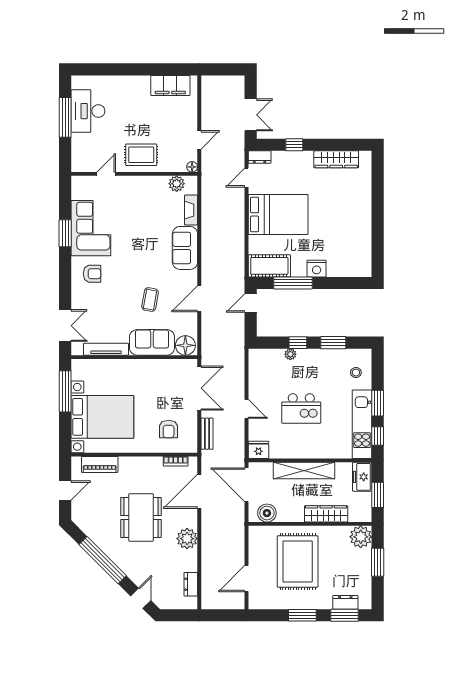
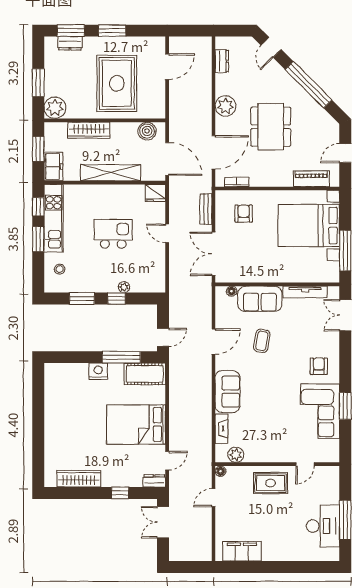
armchair: (92, 274) -> (319, 366), turned 90
floor lamp: (185, 345) -> (232, 291), width x0.53, depth x0.53

